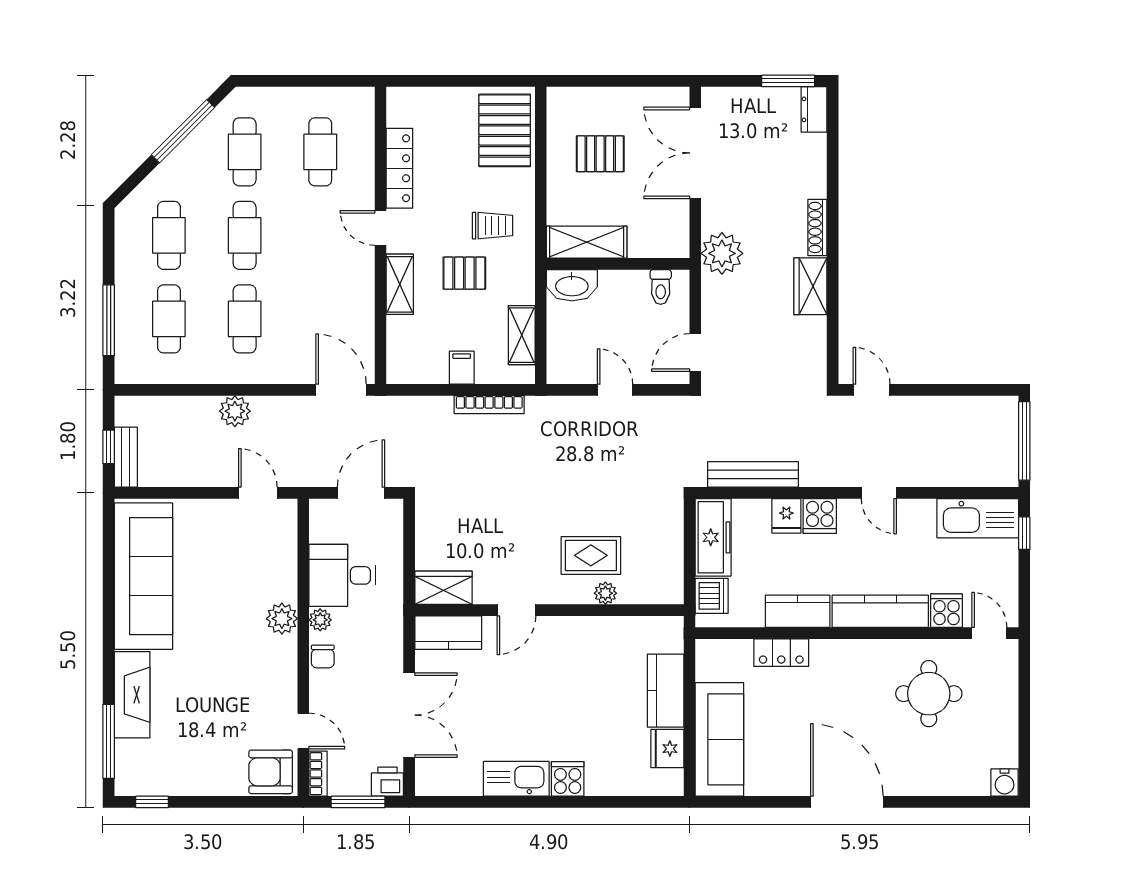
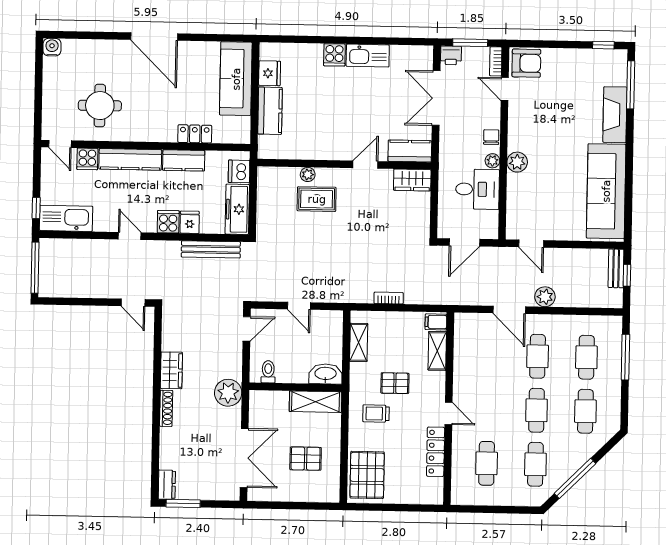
shelving: (400, 284) -> (437, 351), moved
filing cabinet: (462, 368) -> (436, 322), moved, turned 90
door: (341, 390) -> (509, 310), moved
bookcase: (489, 405) -> (389, 298), width x0.64

